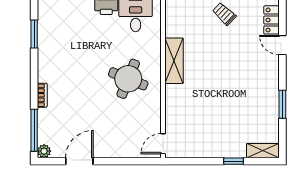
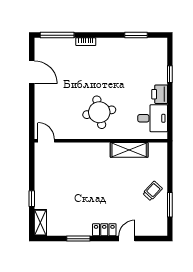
locker: (272, 20) -> (104, 230), moved
shelving: (174, 61) -> (129, 150), moved
round table: (128, 79) -> (99, 112), turned -33
plant: (44, 151) -> (40, 43), removed

